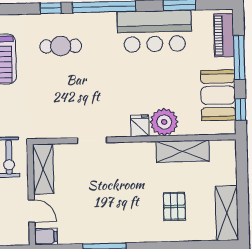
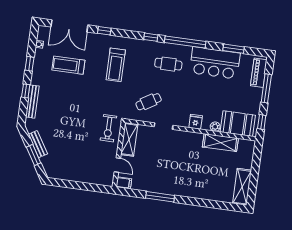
cafe table: (61, 46) -> (168, 64), moved
booth: (218, 95) -> (238, 124), moved, turned 90
cafe table: (63, 107) -> (149, 102), added
plant: (164, 122) -> (215, 127), width x0.53, depth x0.53
pallet: (174, 206) -> (209, 177), removed

